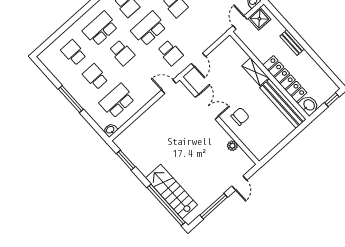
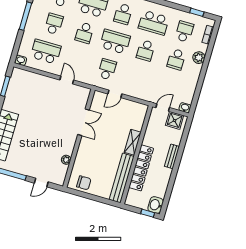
school desk: (170, 53) -> (107, 69), turned 180
door: (169, 87) -> (67, 80), moved
washbasin: (309, 105) -> (156, 205), moved, turned 180
chair: (240, 116) -> (84, 183), moved

